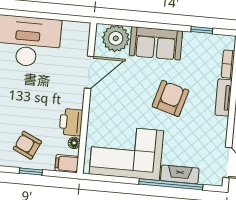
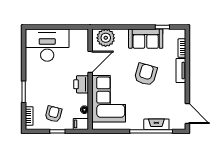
sofa: (156, 43) -> (146, 39), moved
printer: (71, 122) -> (81, 84), moved
armchair: (27, 145) -> (53, 114), turned 79
corner sofa: (126, 152) -> (109, 99), moved, turned 90

